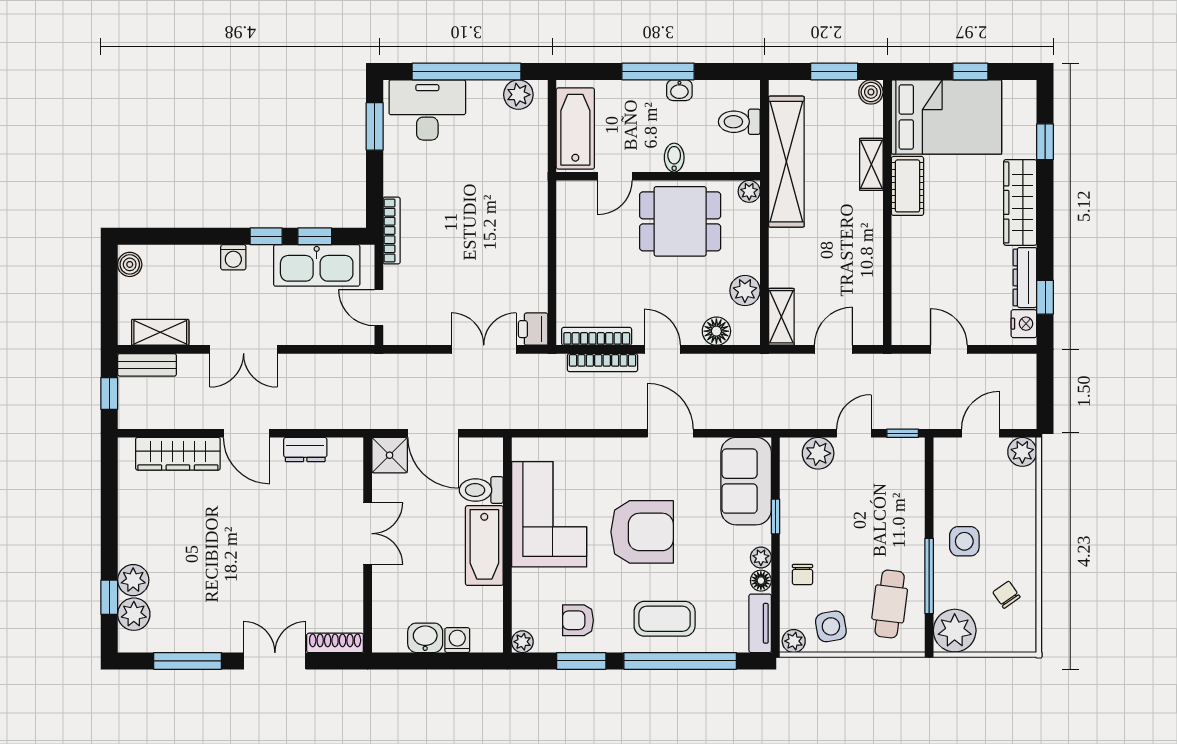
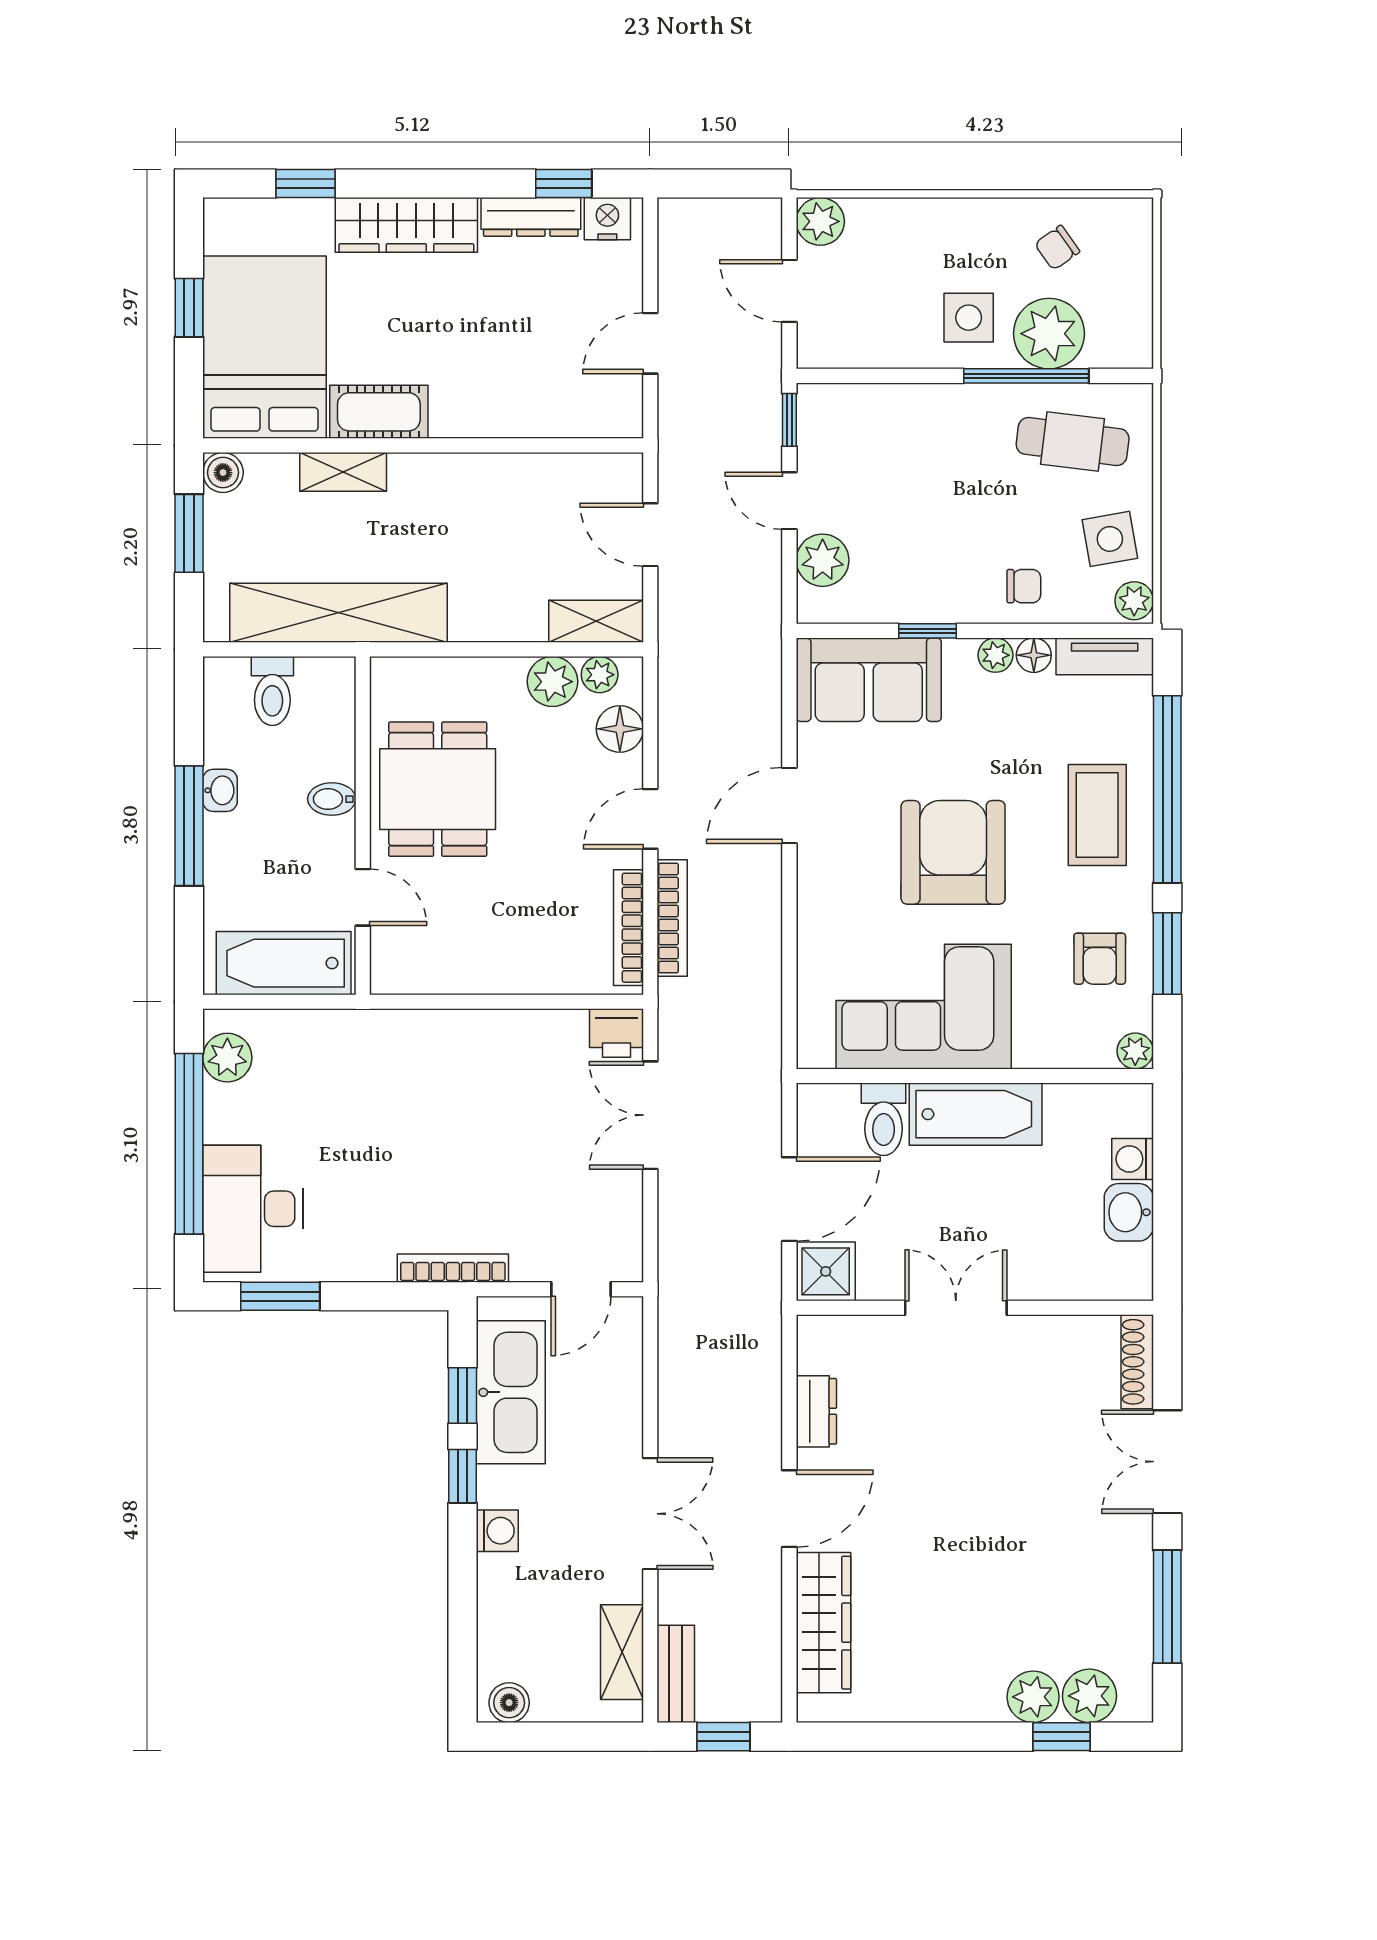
plant: (749, 191) -> (600, 675), moved
plant: (955, 631) -> (1049, 334), moved

